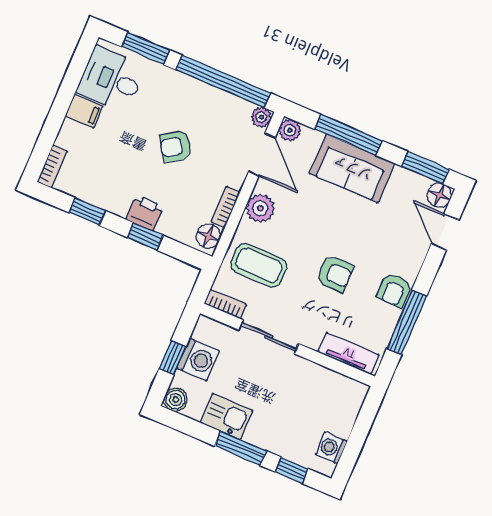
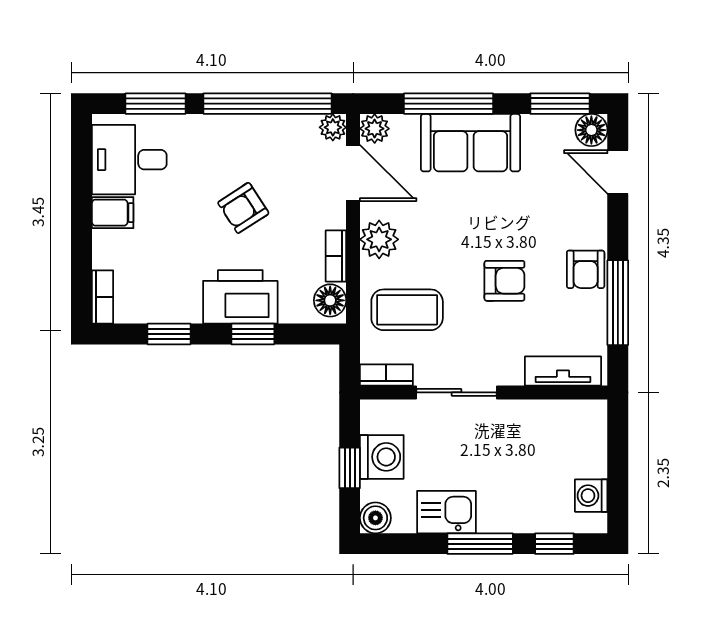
printer: (145, 213) -> (240, 297), width x1.87, depth x1.48

